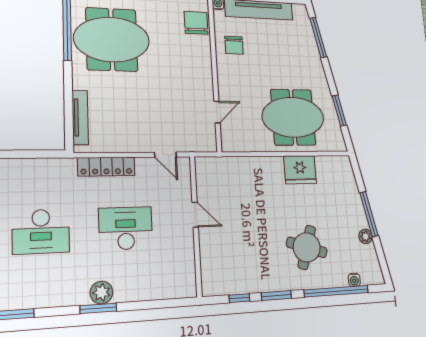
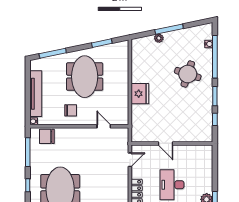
chair: (234, 45) -> (71, 110), moved
meeting table: (293, 117) -> (85, 77), moved
fridge: (300, 170) -> (140, 94), moved
door: (195, 215) -> (166, 143), swing flipped
plant: (366, 236) -> (159, 38), moved

